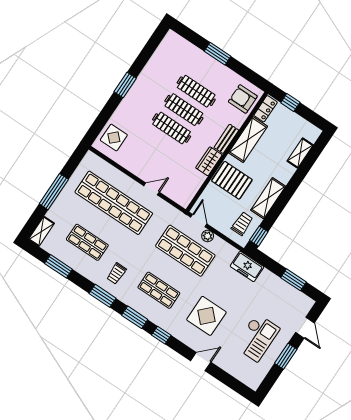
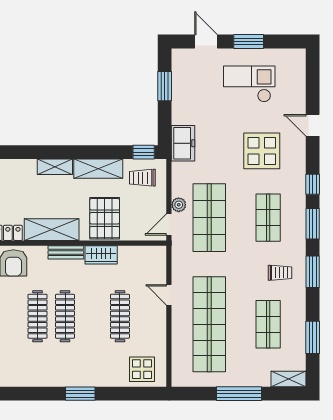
clothes rail: (172, 128) -> (120, 316), moved
shelving: (300, 153) -> (55, 167), moved
door: (305, 328) -> (206, 41), hinge flipped

